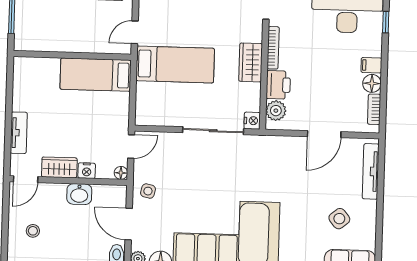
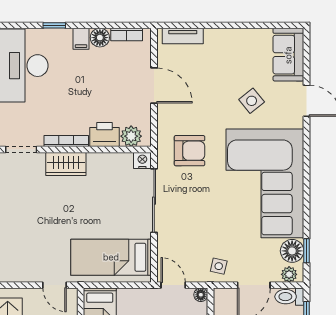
window: (386, 22) -> (54, 25), moved
wardrobe: (251, 62) -> (66, 164), moved
bed: (175, 64) -> (111, 257), moved, turned -90
armchair: (260, 166) -> (190, 151), added
tv unit: (371, 171) -> (183, 36), width x0.71
side table: (339, 219) -> (252, 101), moved

